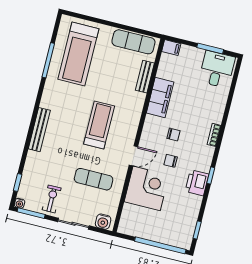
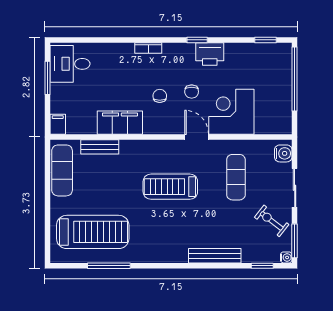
bench: (39, 130) -> (215, 256), moved
exercise bike: (52, 199) -> (272, 221), turned 38

